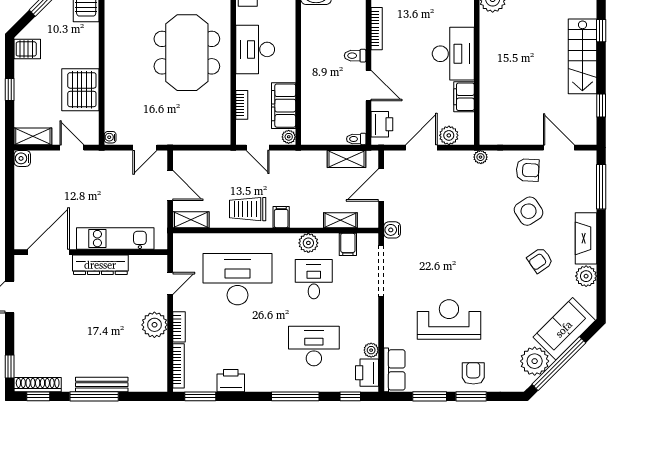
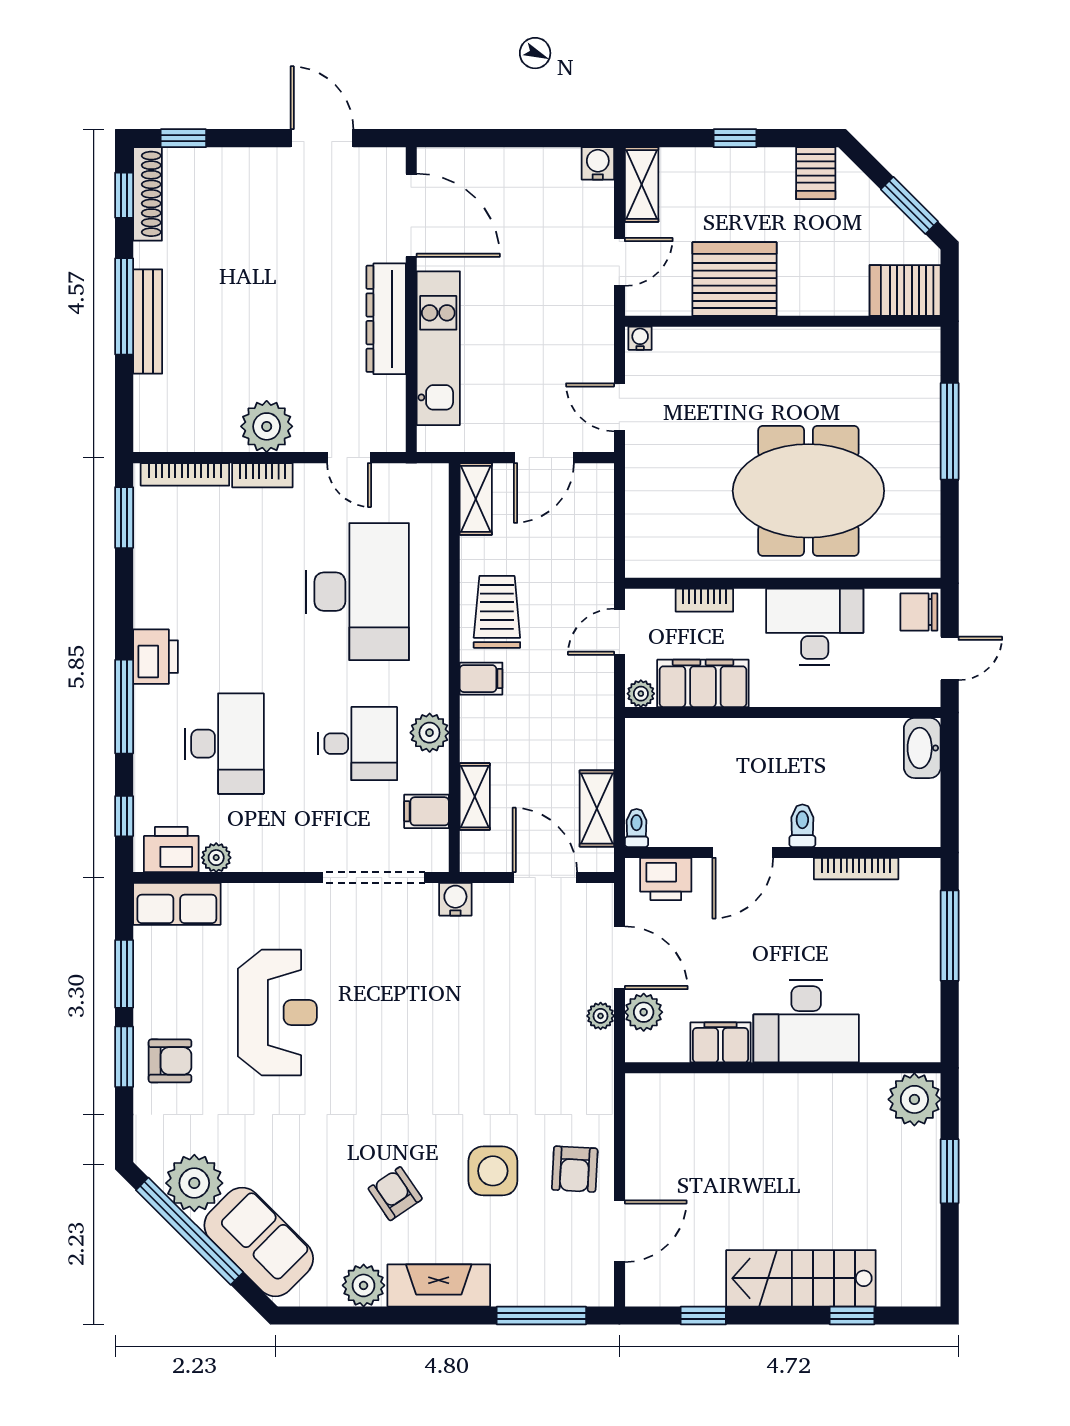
plant: (481, 157) -> (601, 1016), moved
side table: (529, 211) -> (493, 1171), turned 33
printer: (231, 381) -> (156, 657), moved

